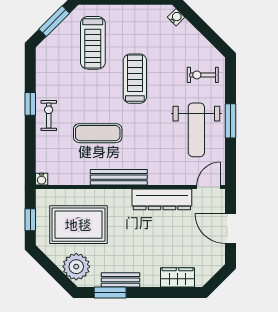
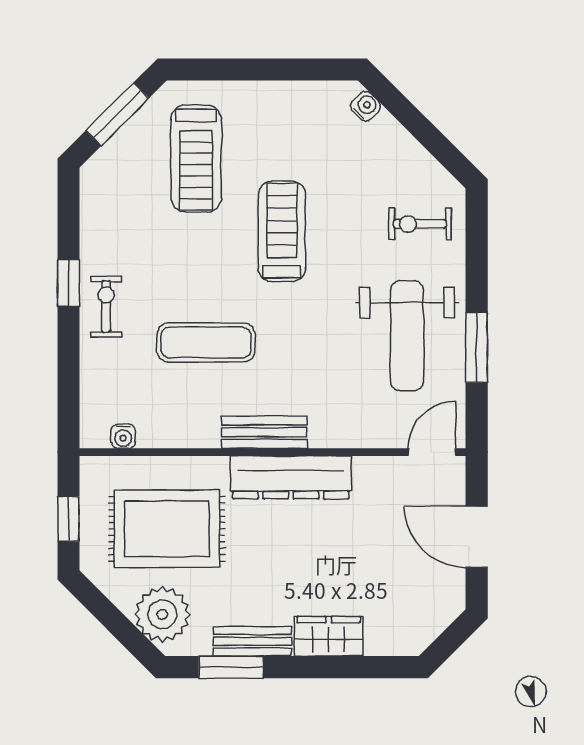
window: (231, 121) -> (477, 348), moved
bench: (119, 177) -> (264, 432), width x0.73
water cooler: (42, 179) -> (123, 436), moved
dresser: (162, 199) -> (291, 477), moved
wardrobe: (178, 277) -> (329, 636), moved

